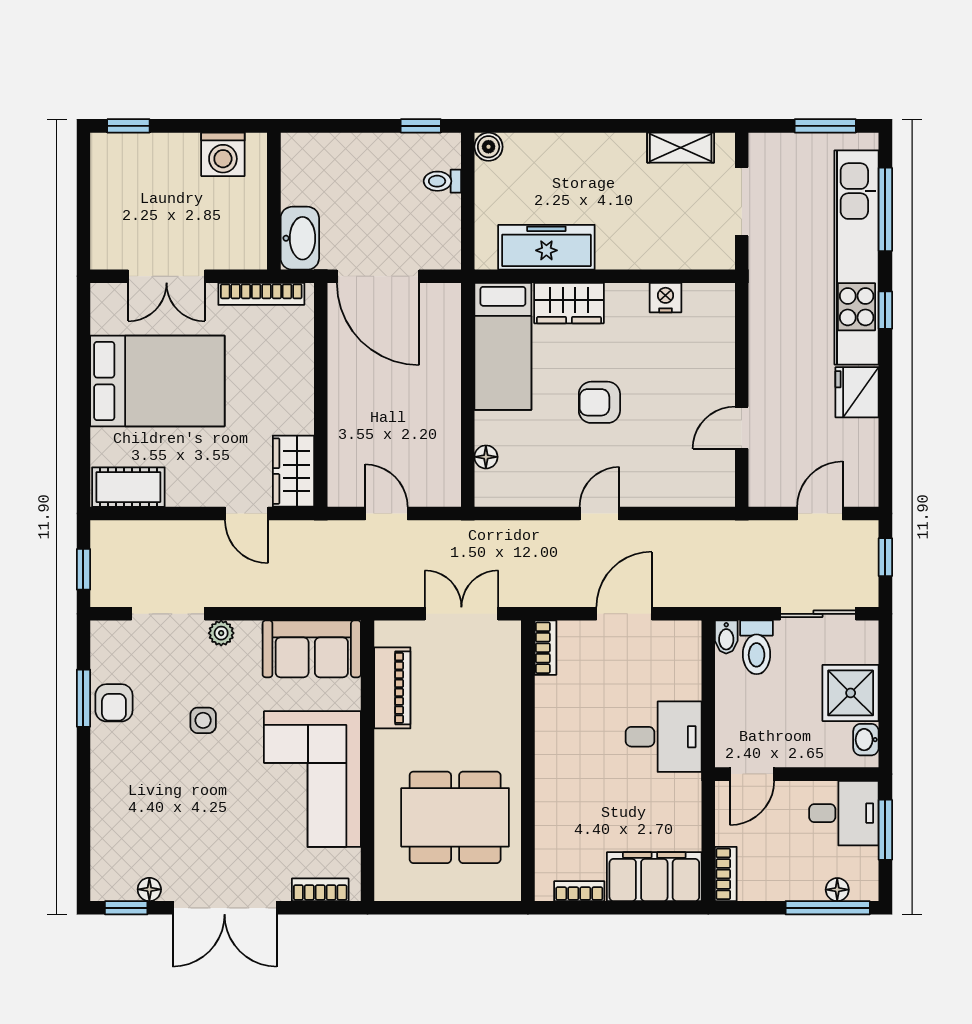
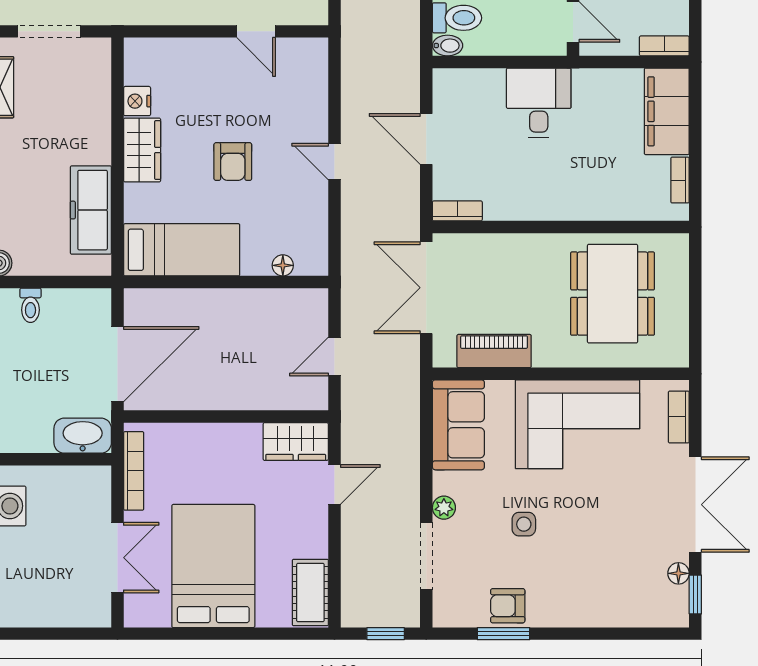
wardrobe: (569, 303) -> (142, 150), moved
double door: (461, 614) -> (426, 288), width x1.37
armchair: (114, 703) -> (508, 606), turned 180

